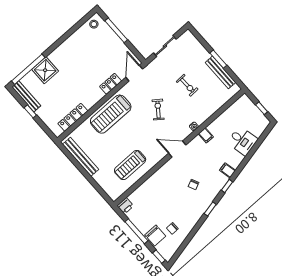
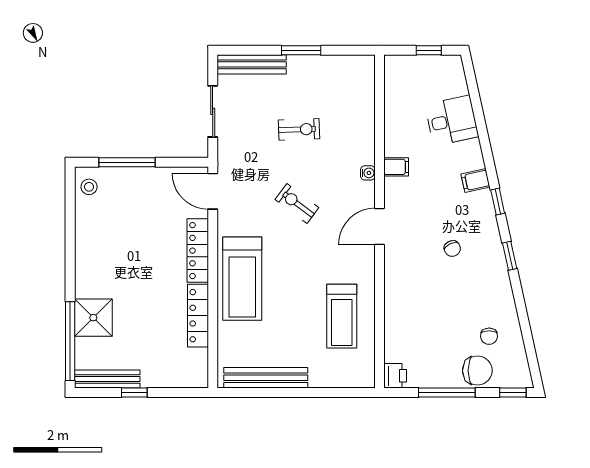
bench: (220, 72) -> (252, 64), moved
locker: (111, 84) -> (198, 251), width x1.53
locker: (73, 117) -> (198, 316), moved

